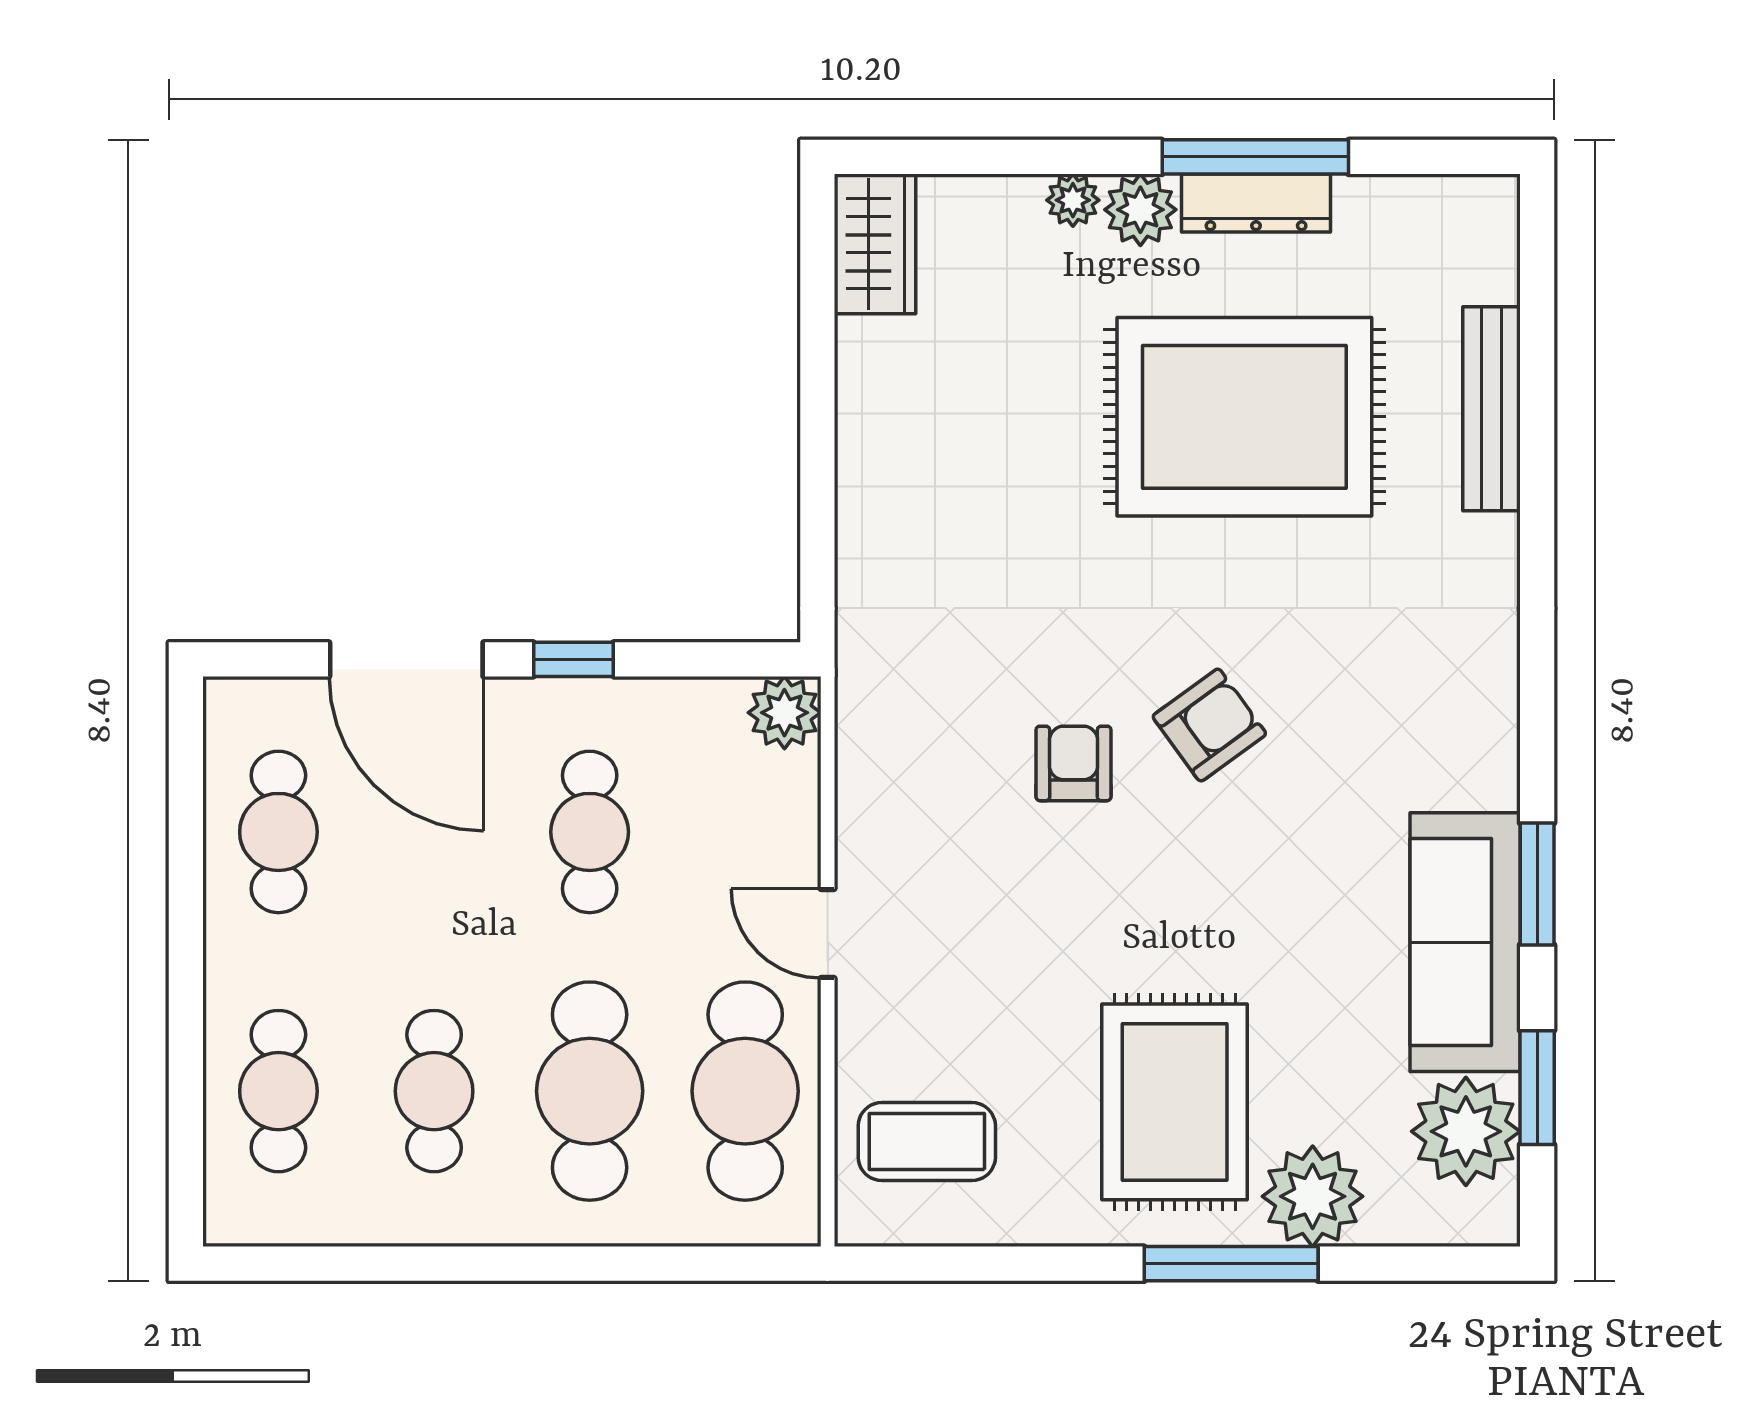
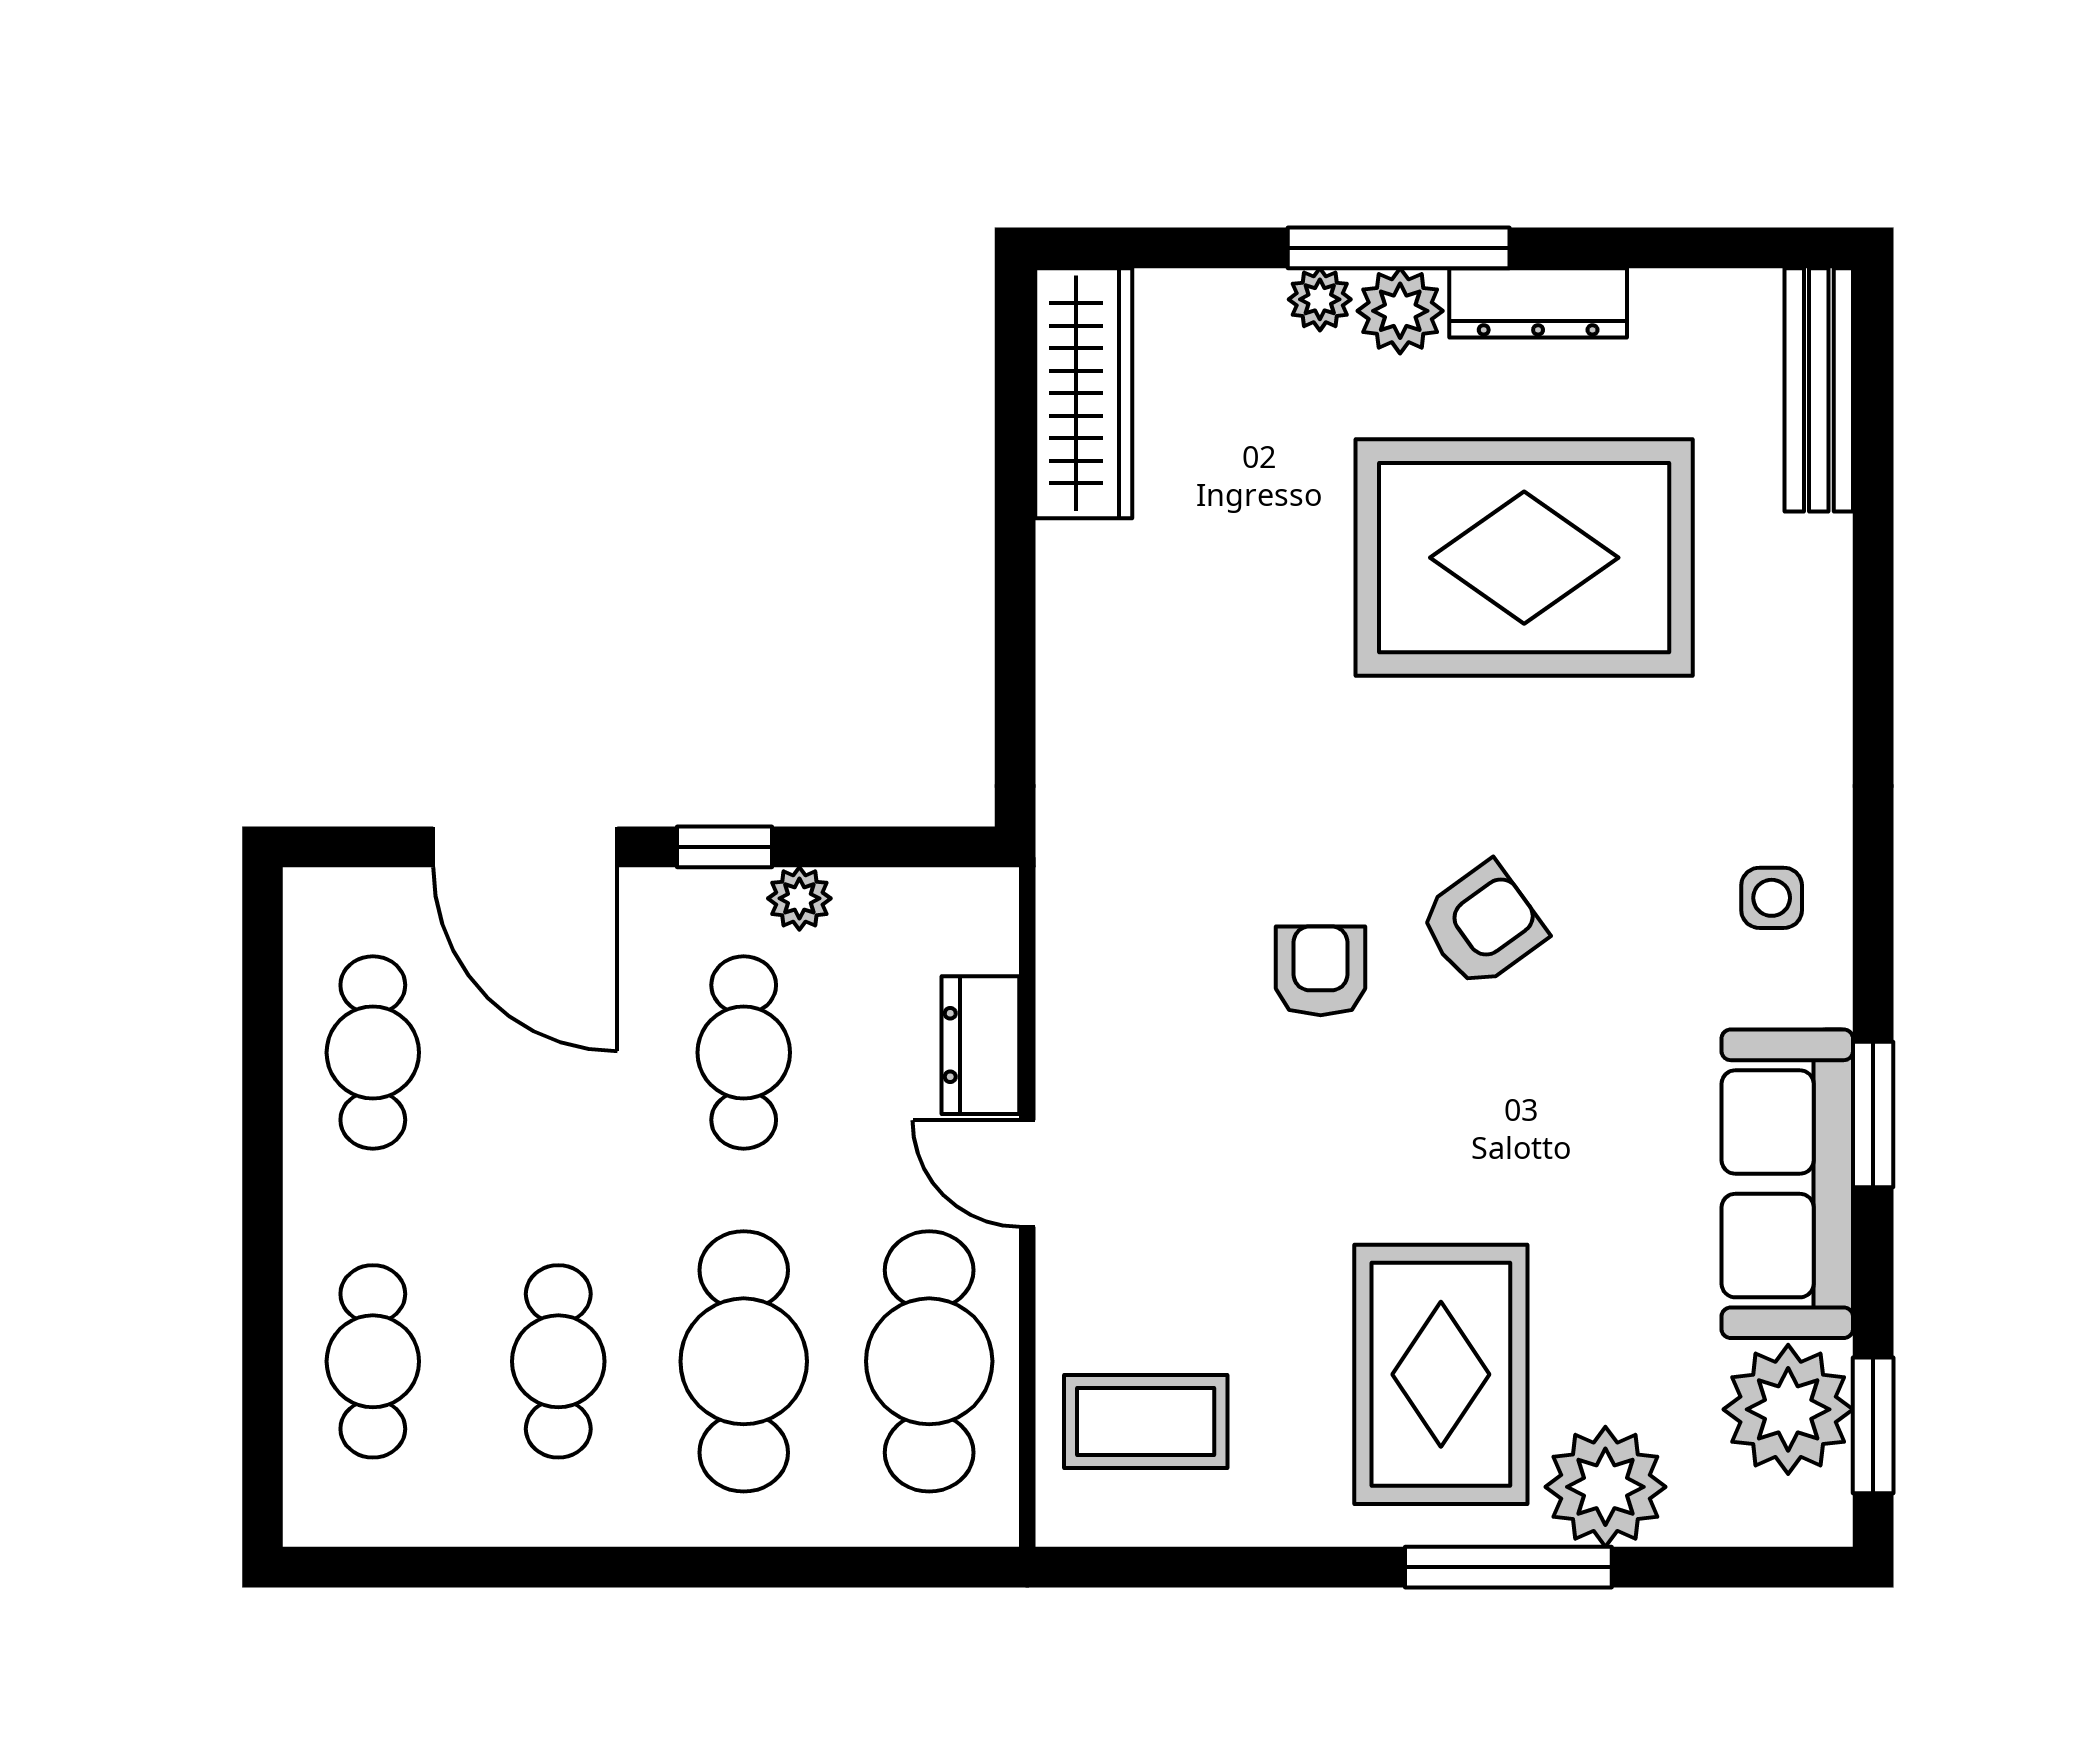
window: (1255, 157) -> (1399, 248), moved
wardrobe: (875, 244) -> (1084, 393), width x1.50
bench: (1492, 409) -> (1819, 390), moved
side table: (1452, 702) -> (1772, 898), added
plant: (784, 713) -> (799, 898), moved, width x0.73, depth x0.73
dresser: (788, 826) -> (980, 1045), added
window: (1537, 1088) -> (1873, 1425), moved

